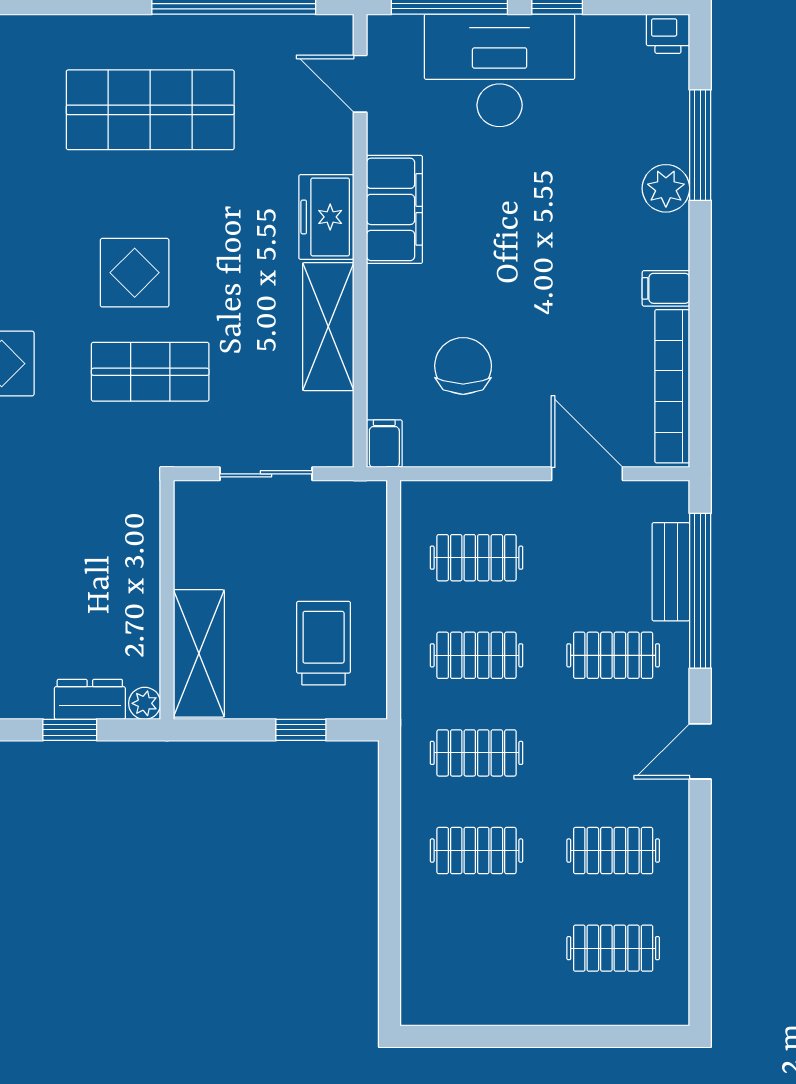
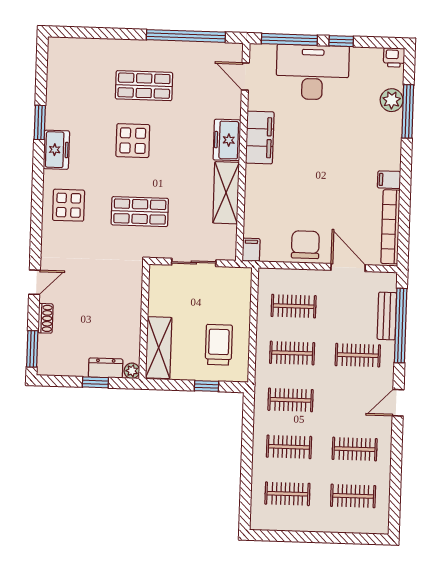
shop shelf: (150, 110) -> (144, 86), width x0.70, depth x0.74
plant: (666, 188) -> (392, 100), moved
display table: (135, 273) -> (133, 141), moved
chair: (463, 366) -> (305, 245), moved
clothes rail: (477, 948) -> (287, 494), added

